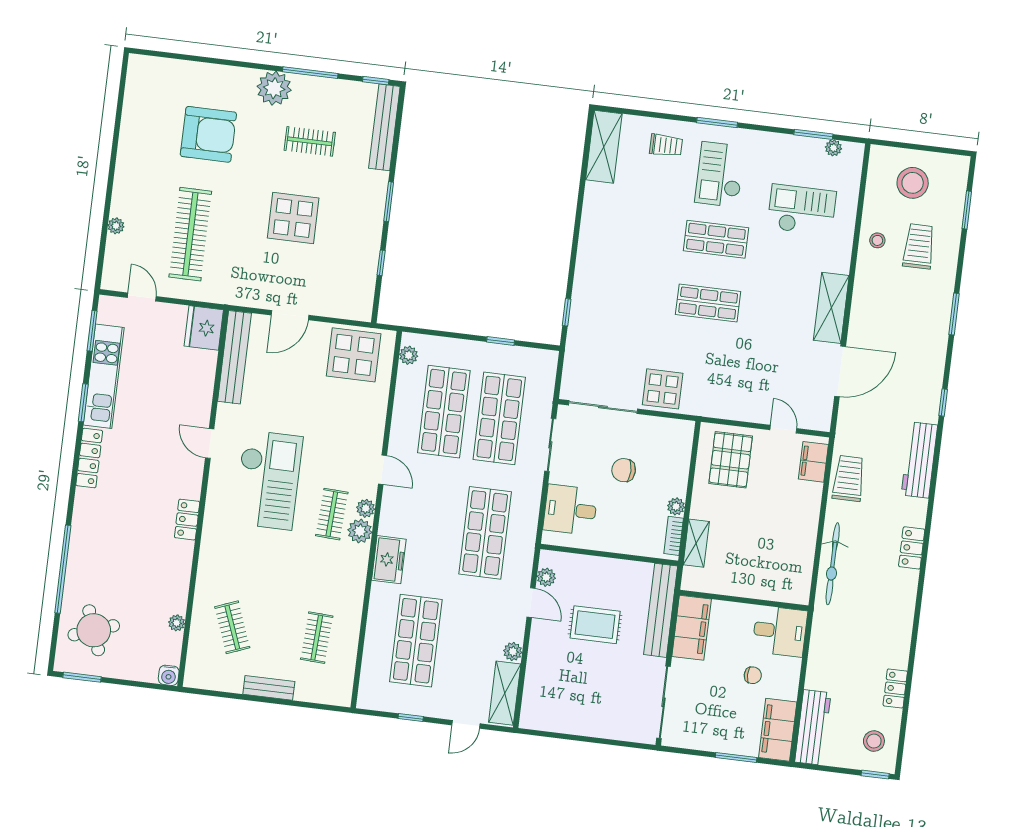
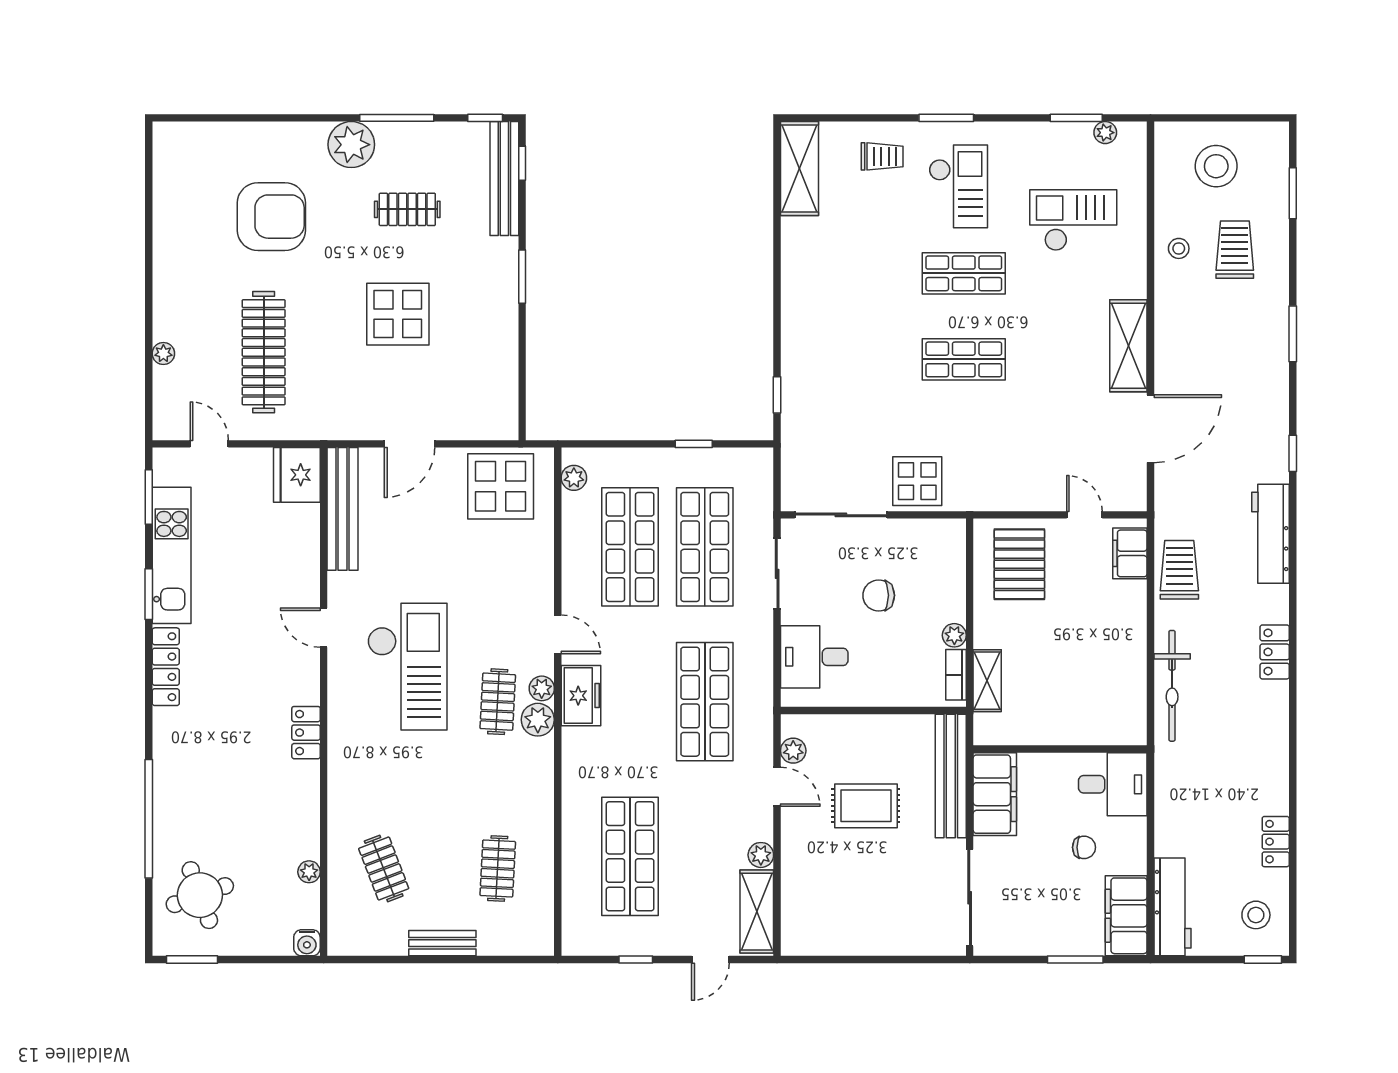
checkout: (720, 174) -> (958, 186), turned 180
window: (381, 263) -> (522, 163), moved
freezer: (389, 560) -> (581, 696), moved

